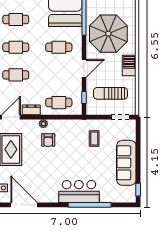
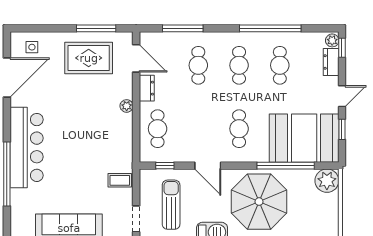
coffee table: (94, 138) -> (120, 180), moved
armchair: (48, 140) -> (103, 113), removed
bar counter: (79, 192) -> (27, 147), width x1.36

